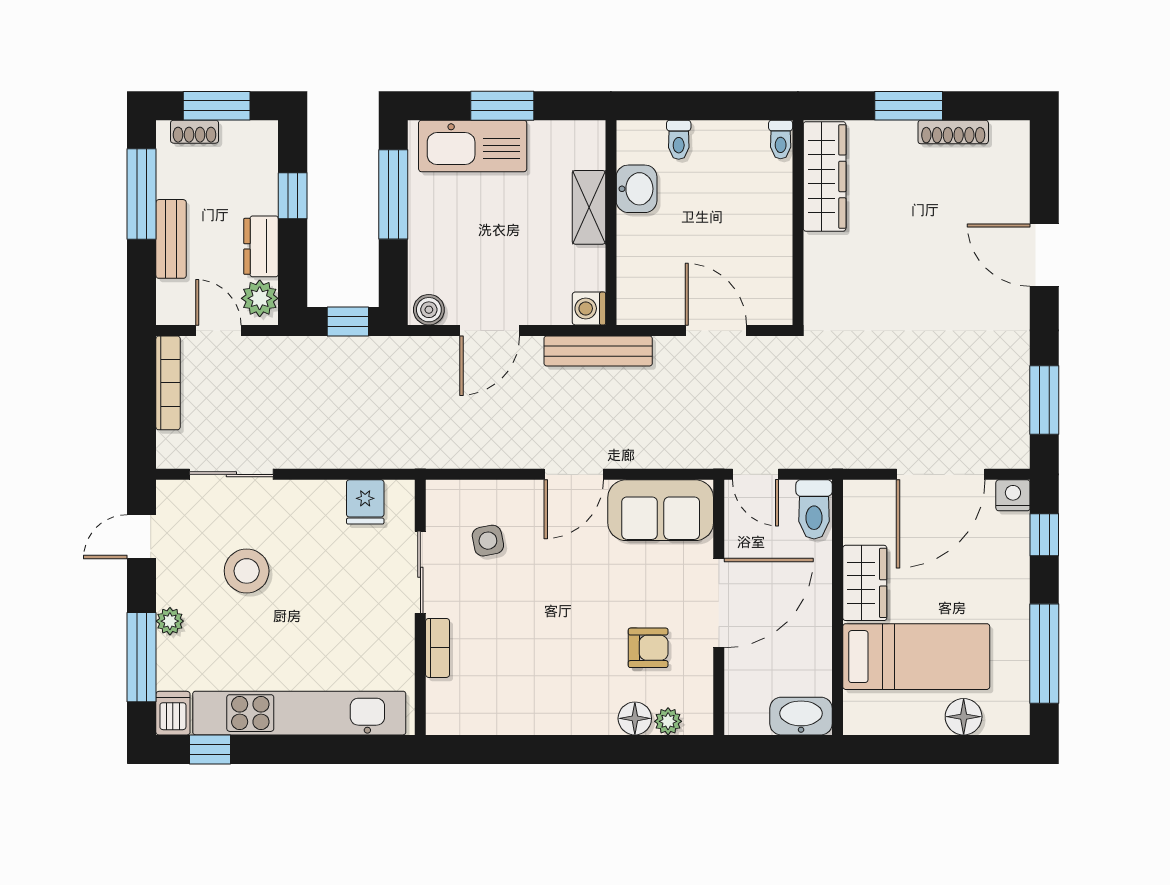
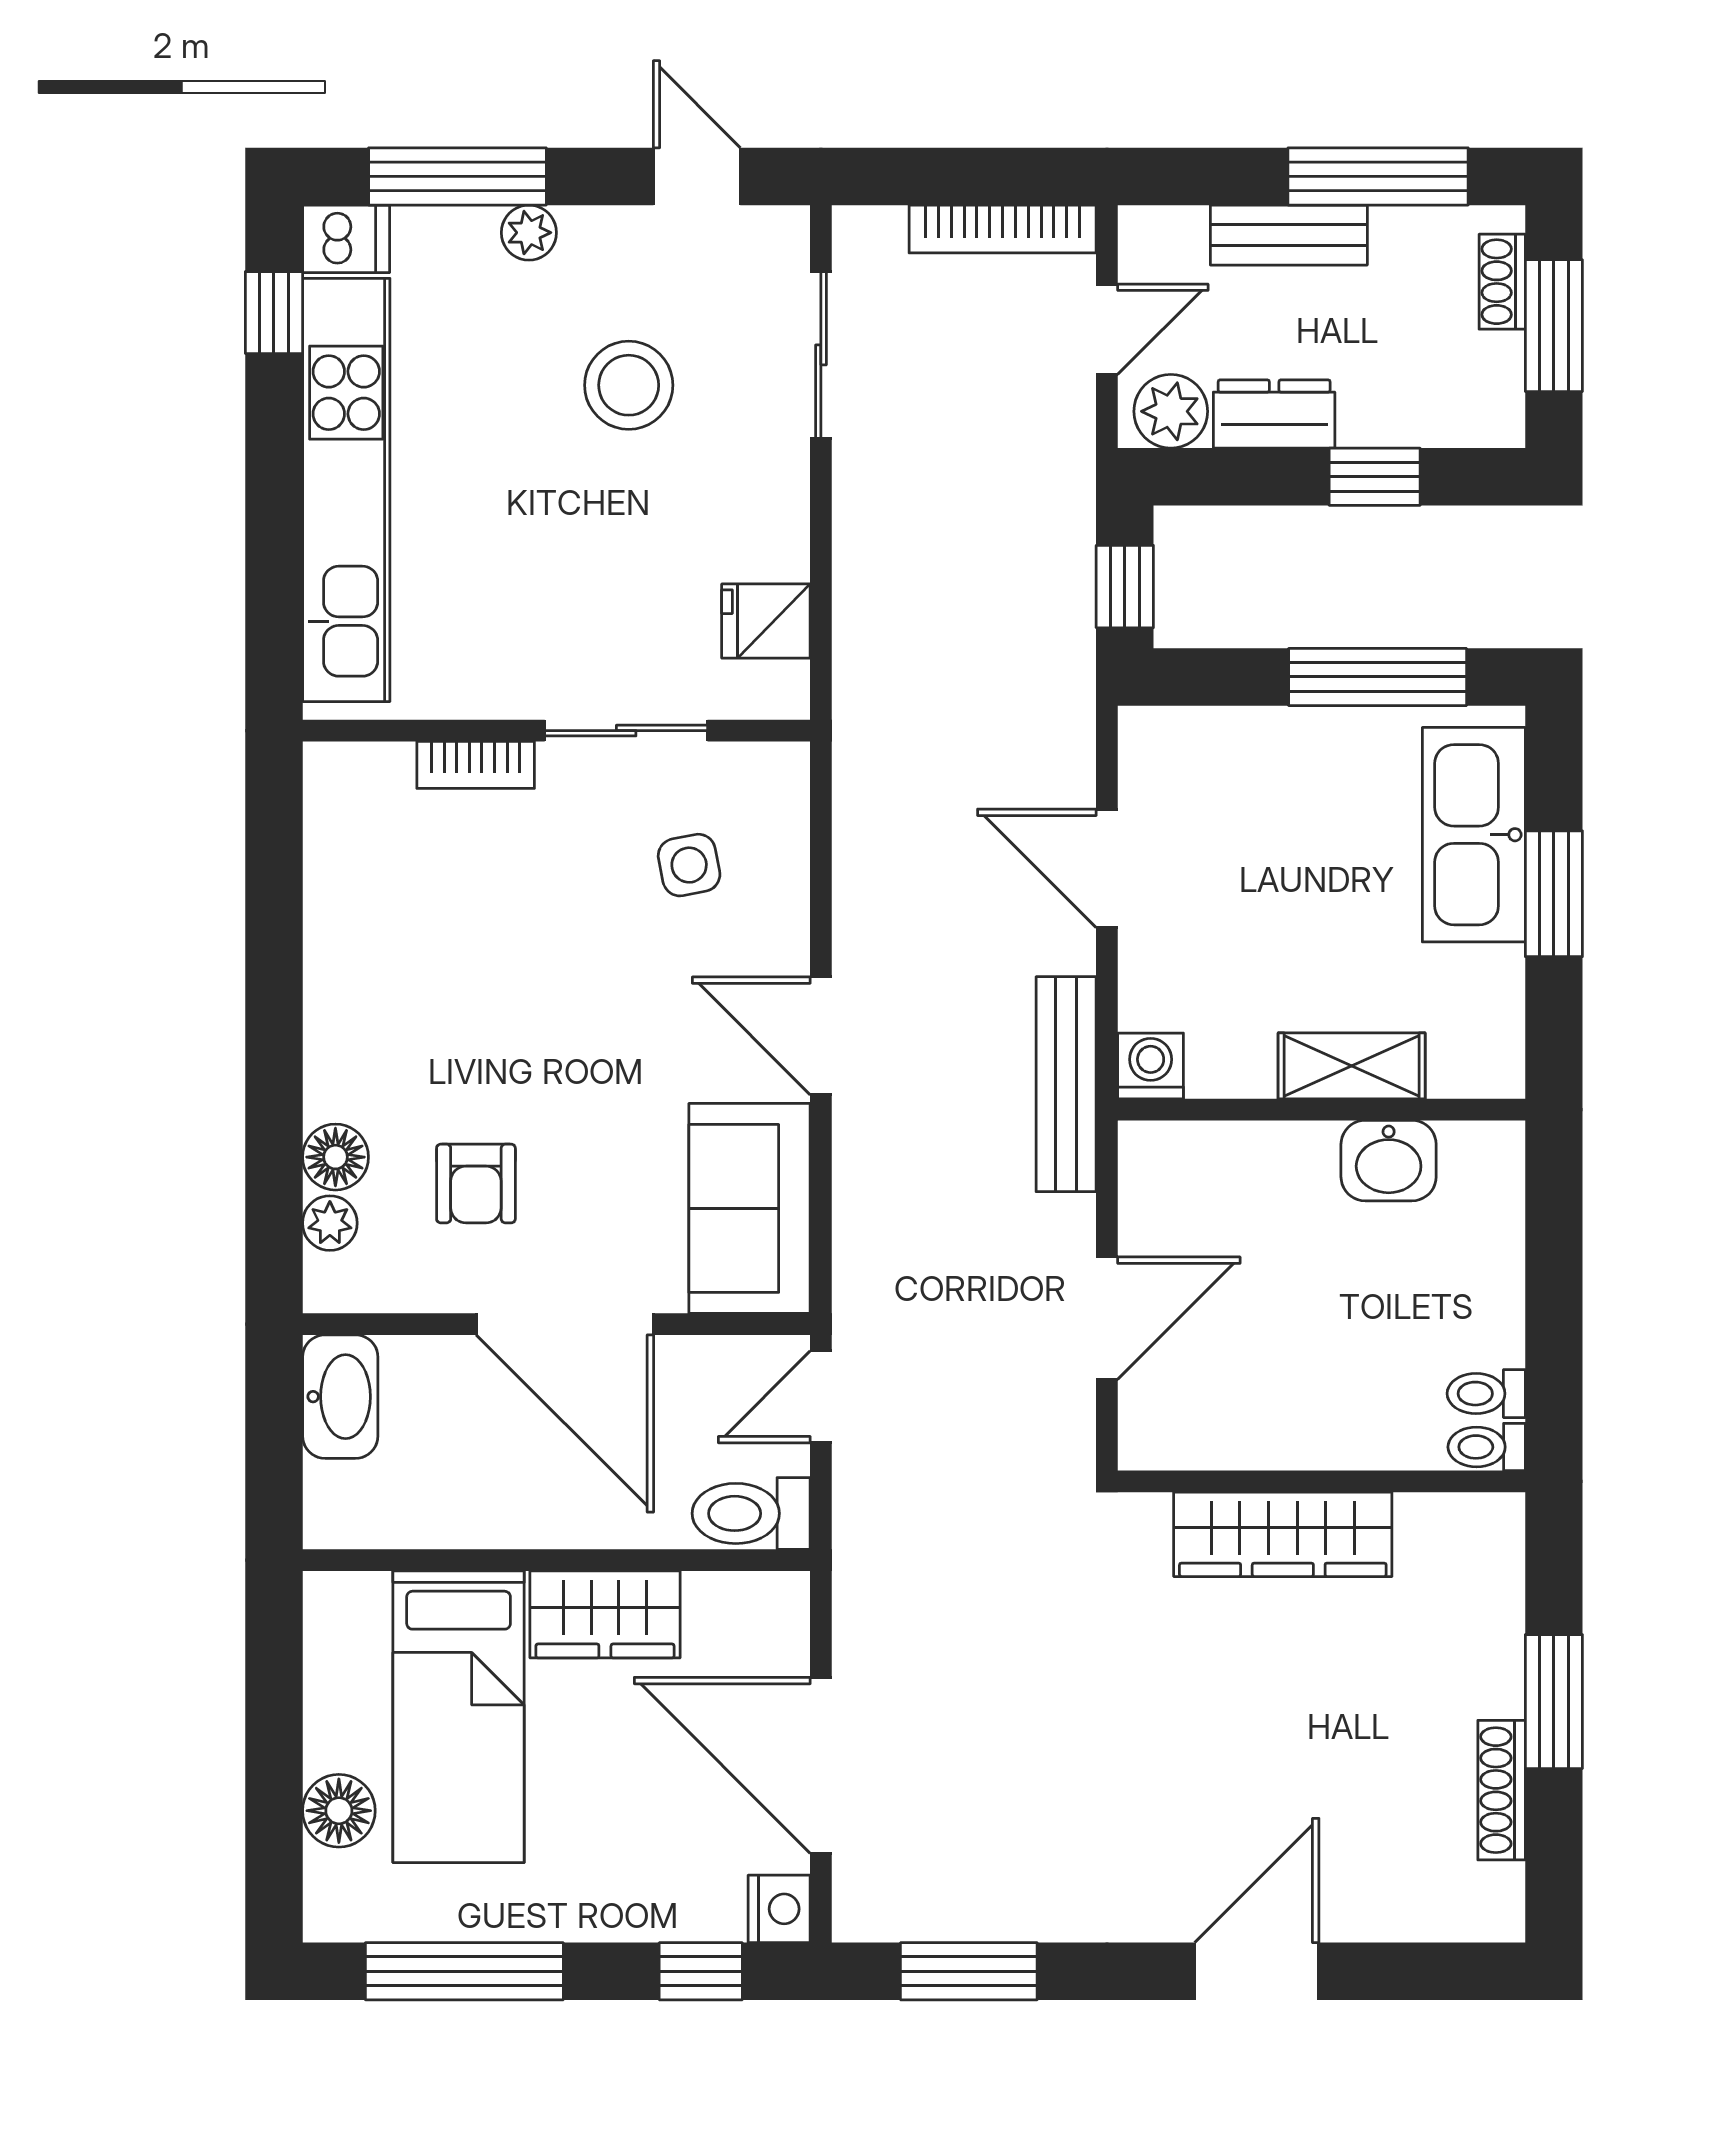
toilet: (679, 140) -> (1486, 1394), moved
wardrobe: (825, 176) -> (1283, 1534), moved
boiler: (429, 310) -> (1148, 748), removed
washbasin: (801, 716) -> (340, 1397), moved

